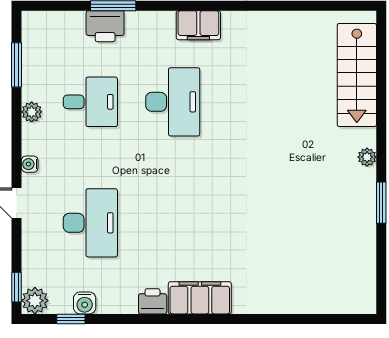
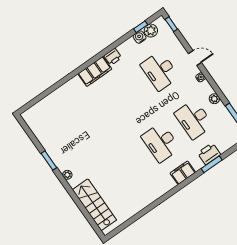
filing cabinet: (198, 25) -> (183, 173), moved
desk: (90, 102) -> (194, 119), width x1.37
plant: (35, 301) -> (151, 31), moved

